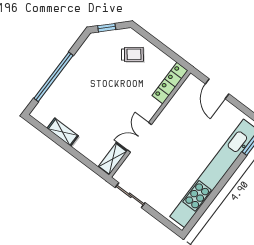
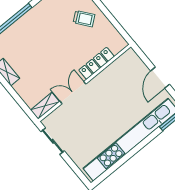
locker: (170, 83) -> (97, 63), moved
door: (217, 89) -> (160, 78), moved

